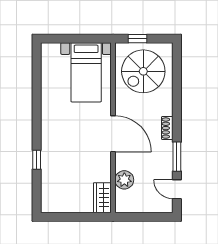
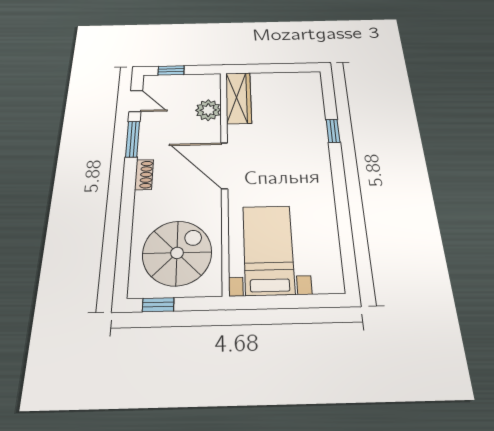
window: (138, 39) -> (158, 305), moved
wardrobe: (102, 198) -> (238, 98), width x1.50
window: (152, 217) -> (171, 70), added

